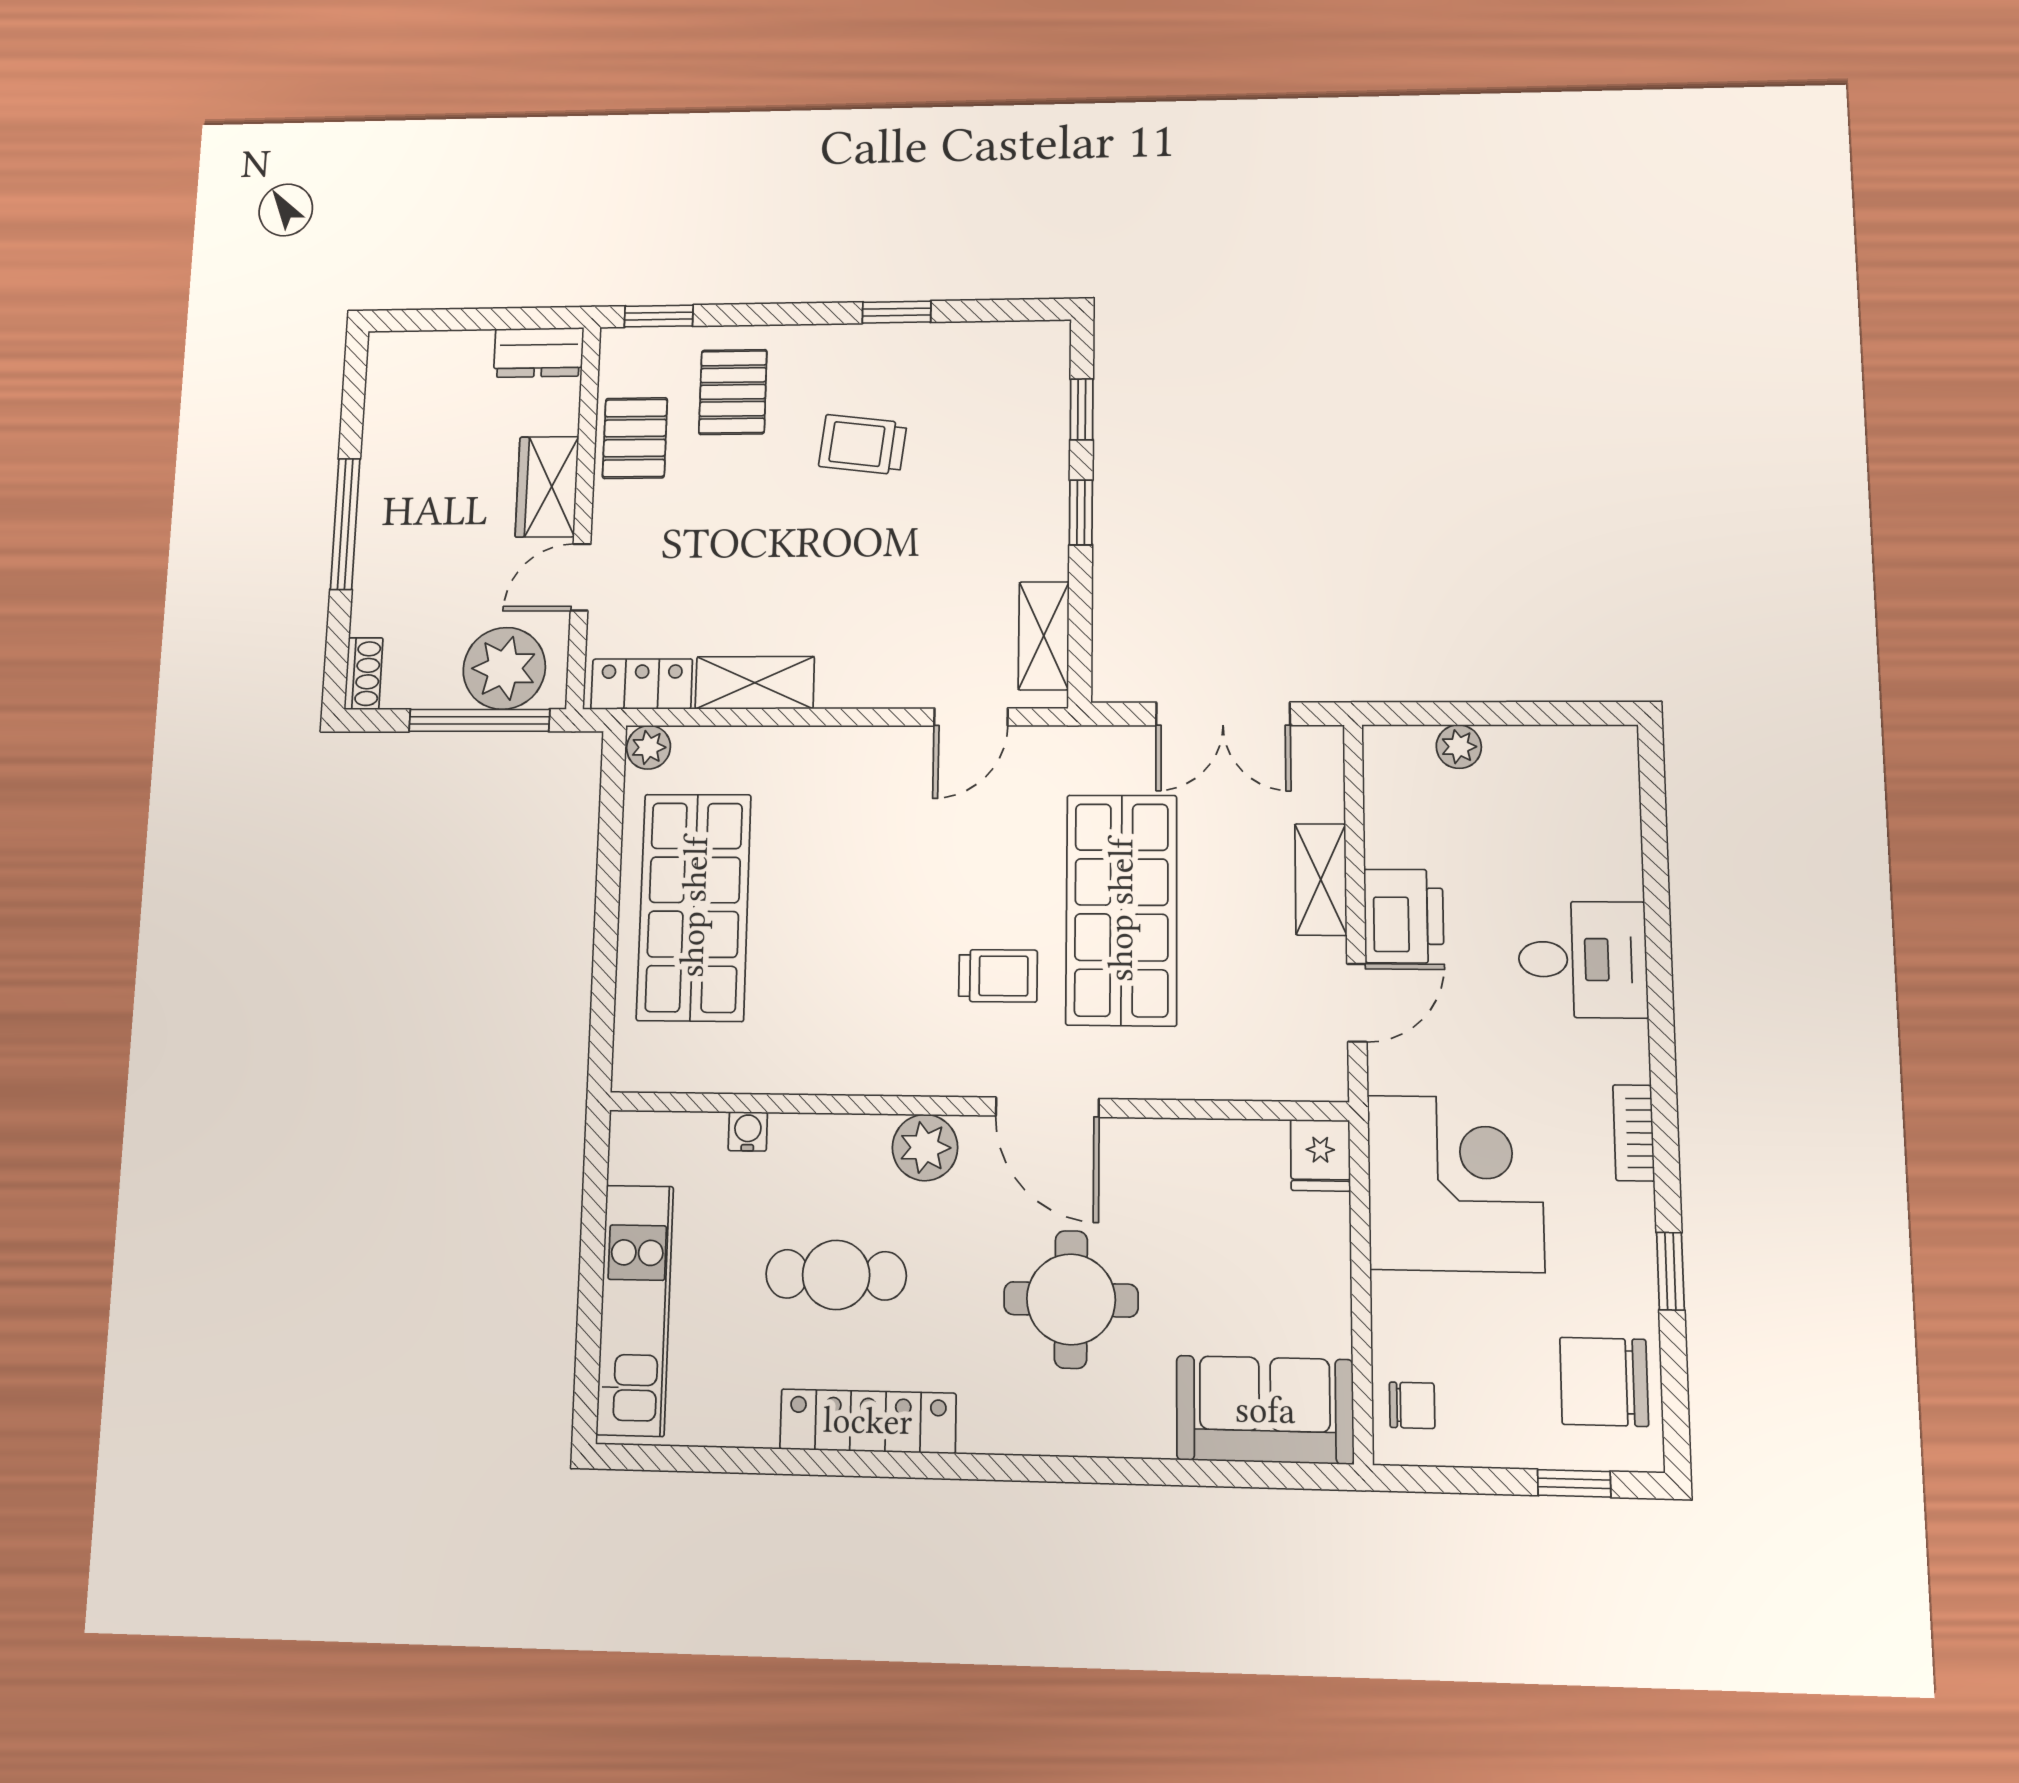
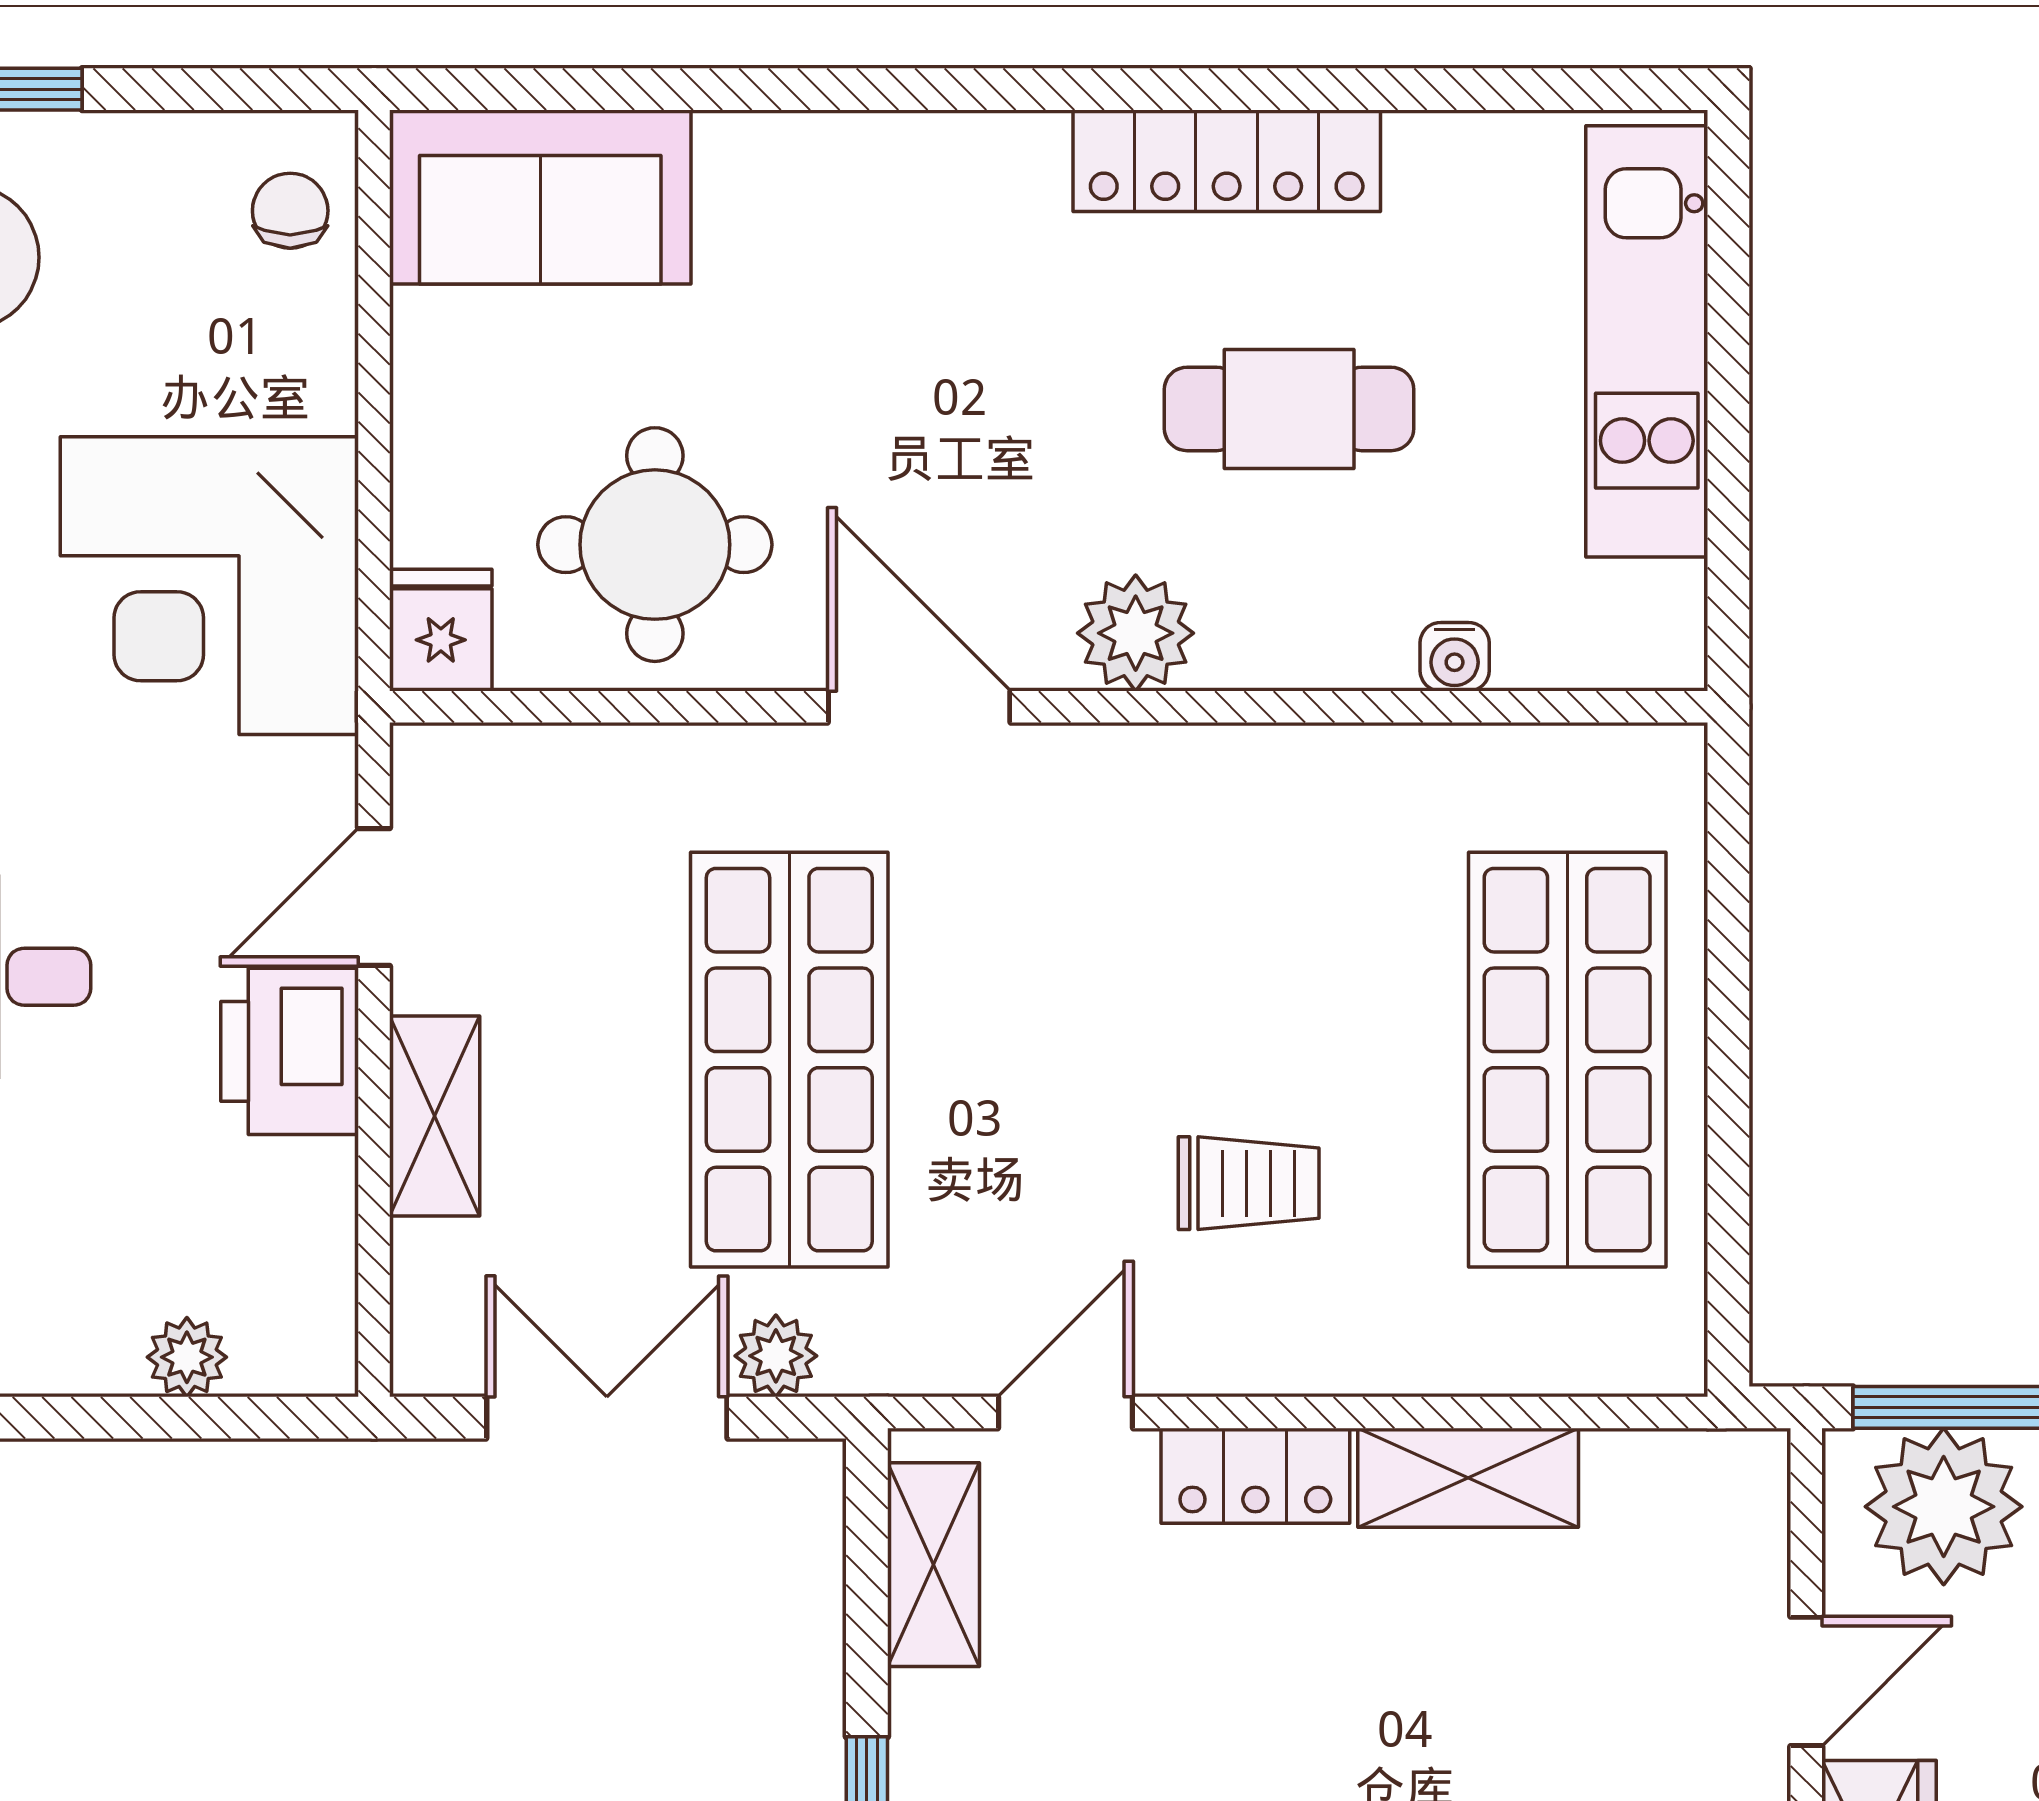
locker: (642, 684) -> (1255, 1476), moved
plant: (649, 747) -> (776, 1356), moved
trolley: (998, 976) -> (1249, 1183), moved, turned 180
round table: (1071, 1299) -> (655, 545), moved
chair: (1412, 1405) -> (290, 211), turned 90

